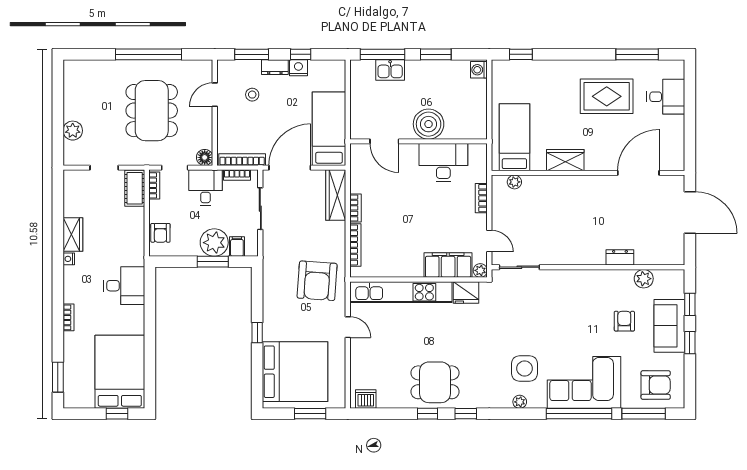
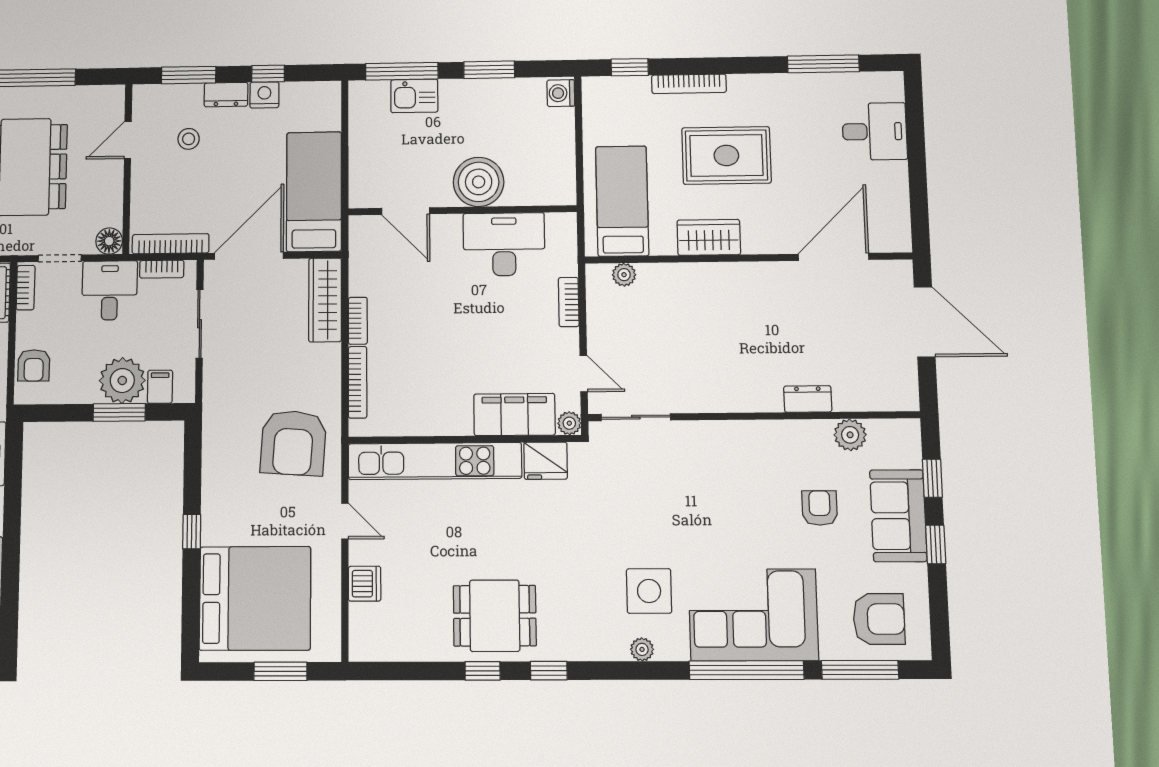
bookcase: (556, 65) -> (689, 84), added
rug: (607, 96) -> (726, 155), moved
dishwasher: (366, 399) -> (365, 584), moved, turned 90

